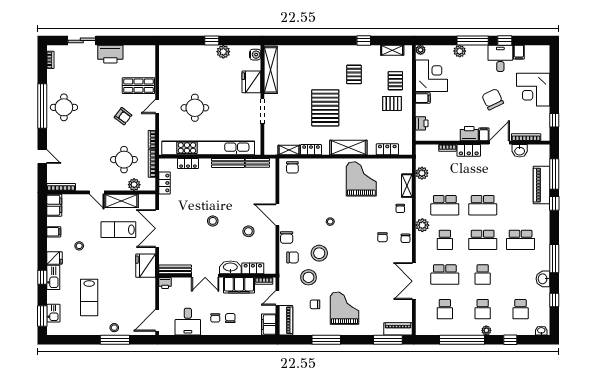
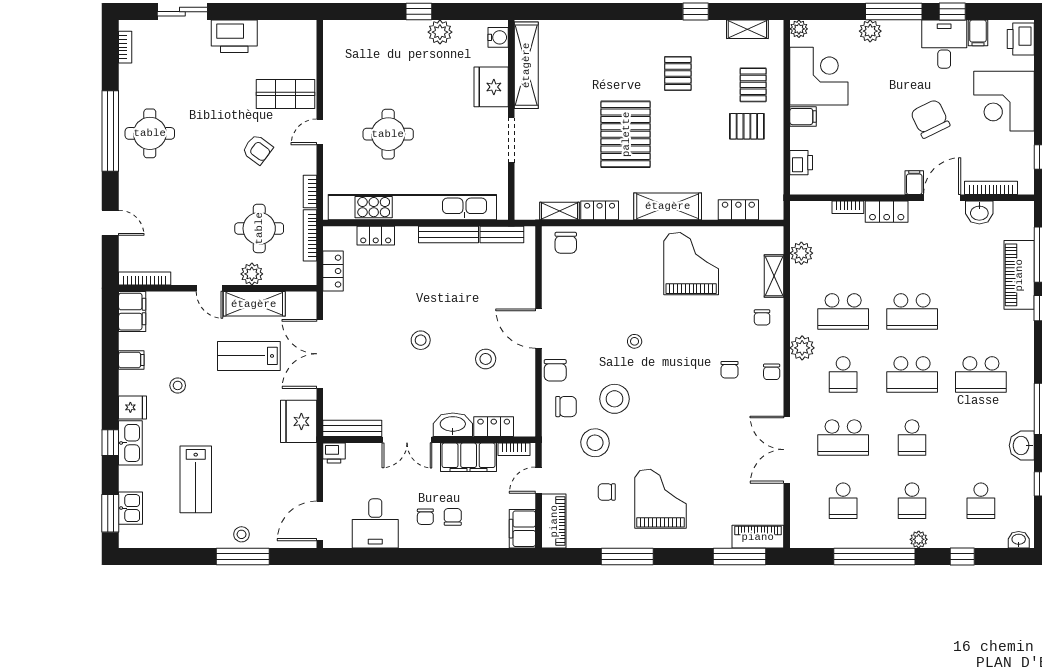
printer: (469, 134) -> (1021, 39), moved, turned -90
plant: (134, 185) -> (252, 274), moved

